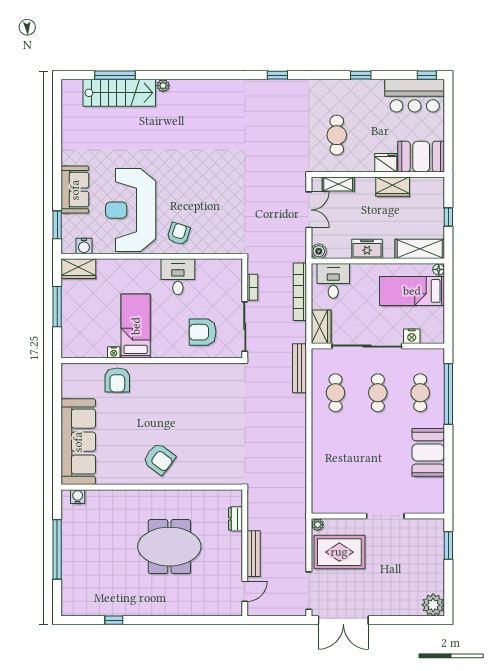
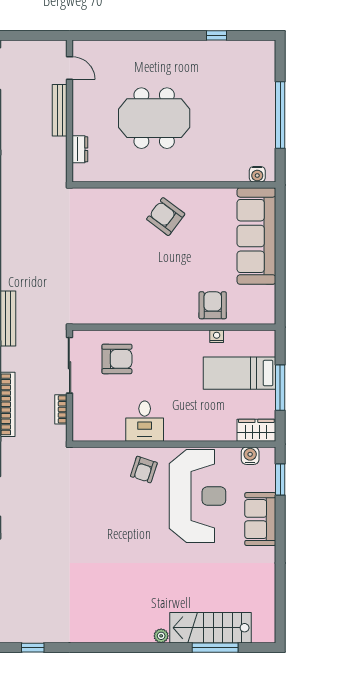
bed: (136, 326) -> (240, 373), moved, turned 90
door: (245, 591) -> (69, 68), swing flipped

